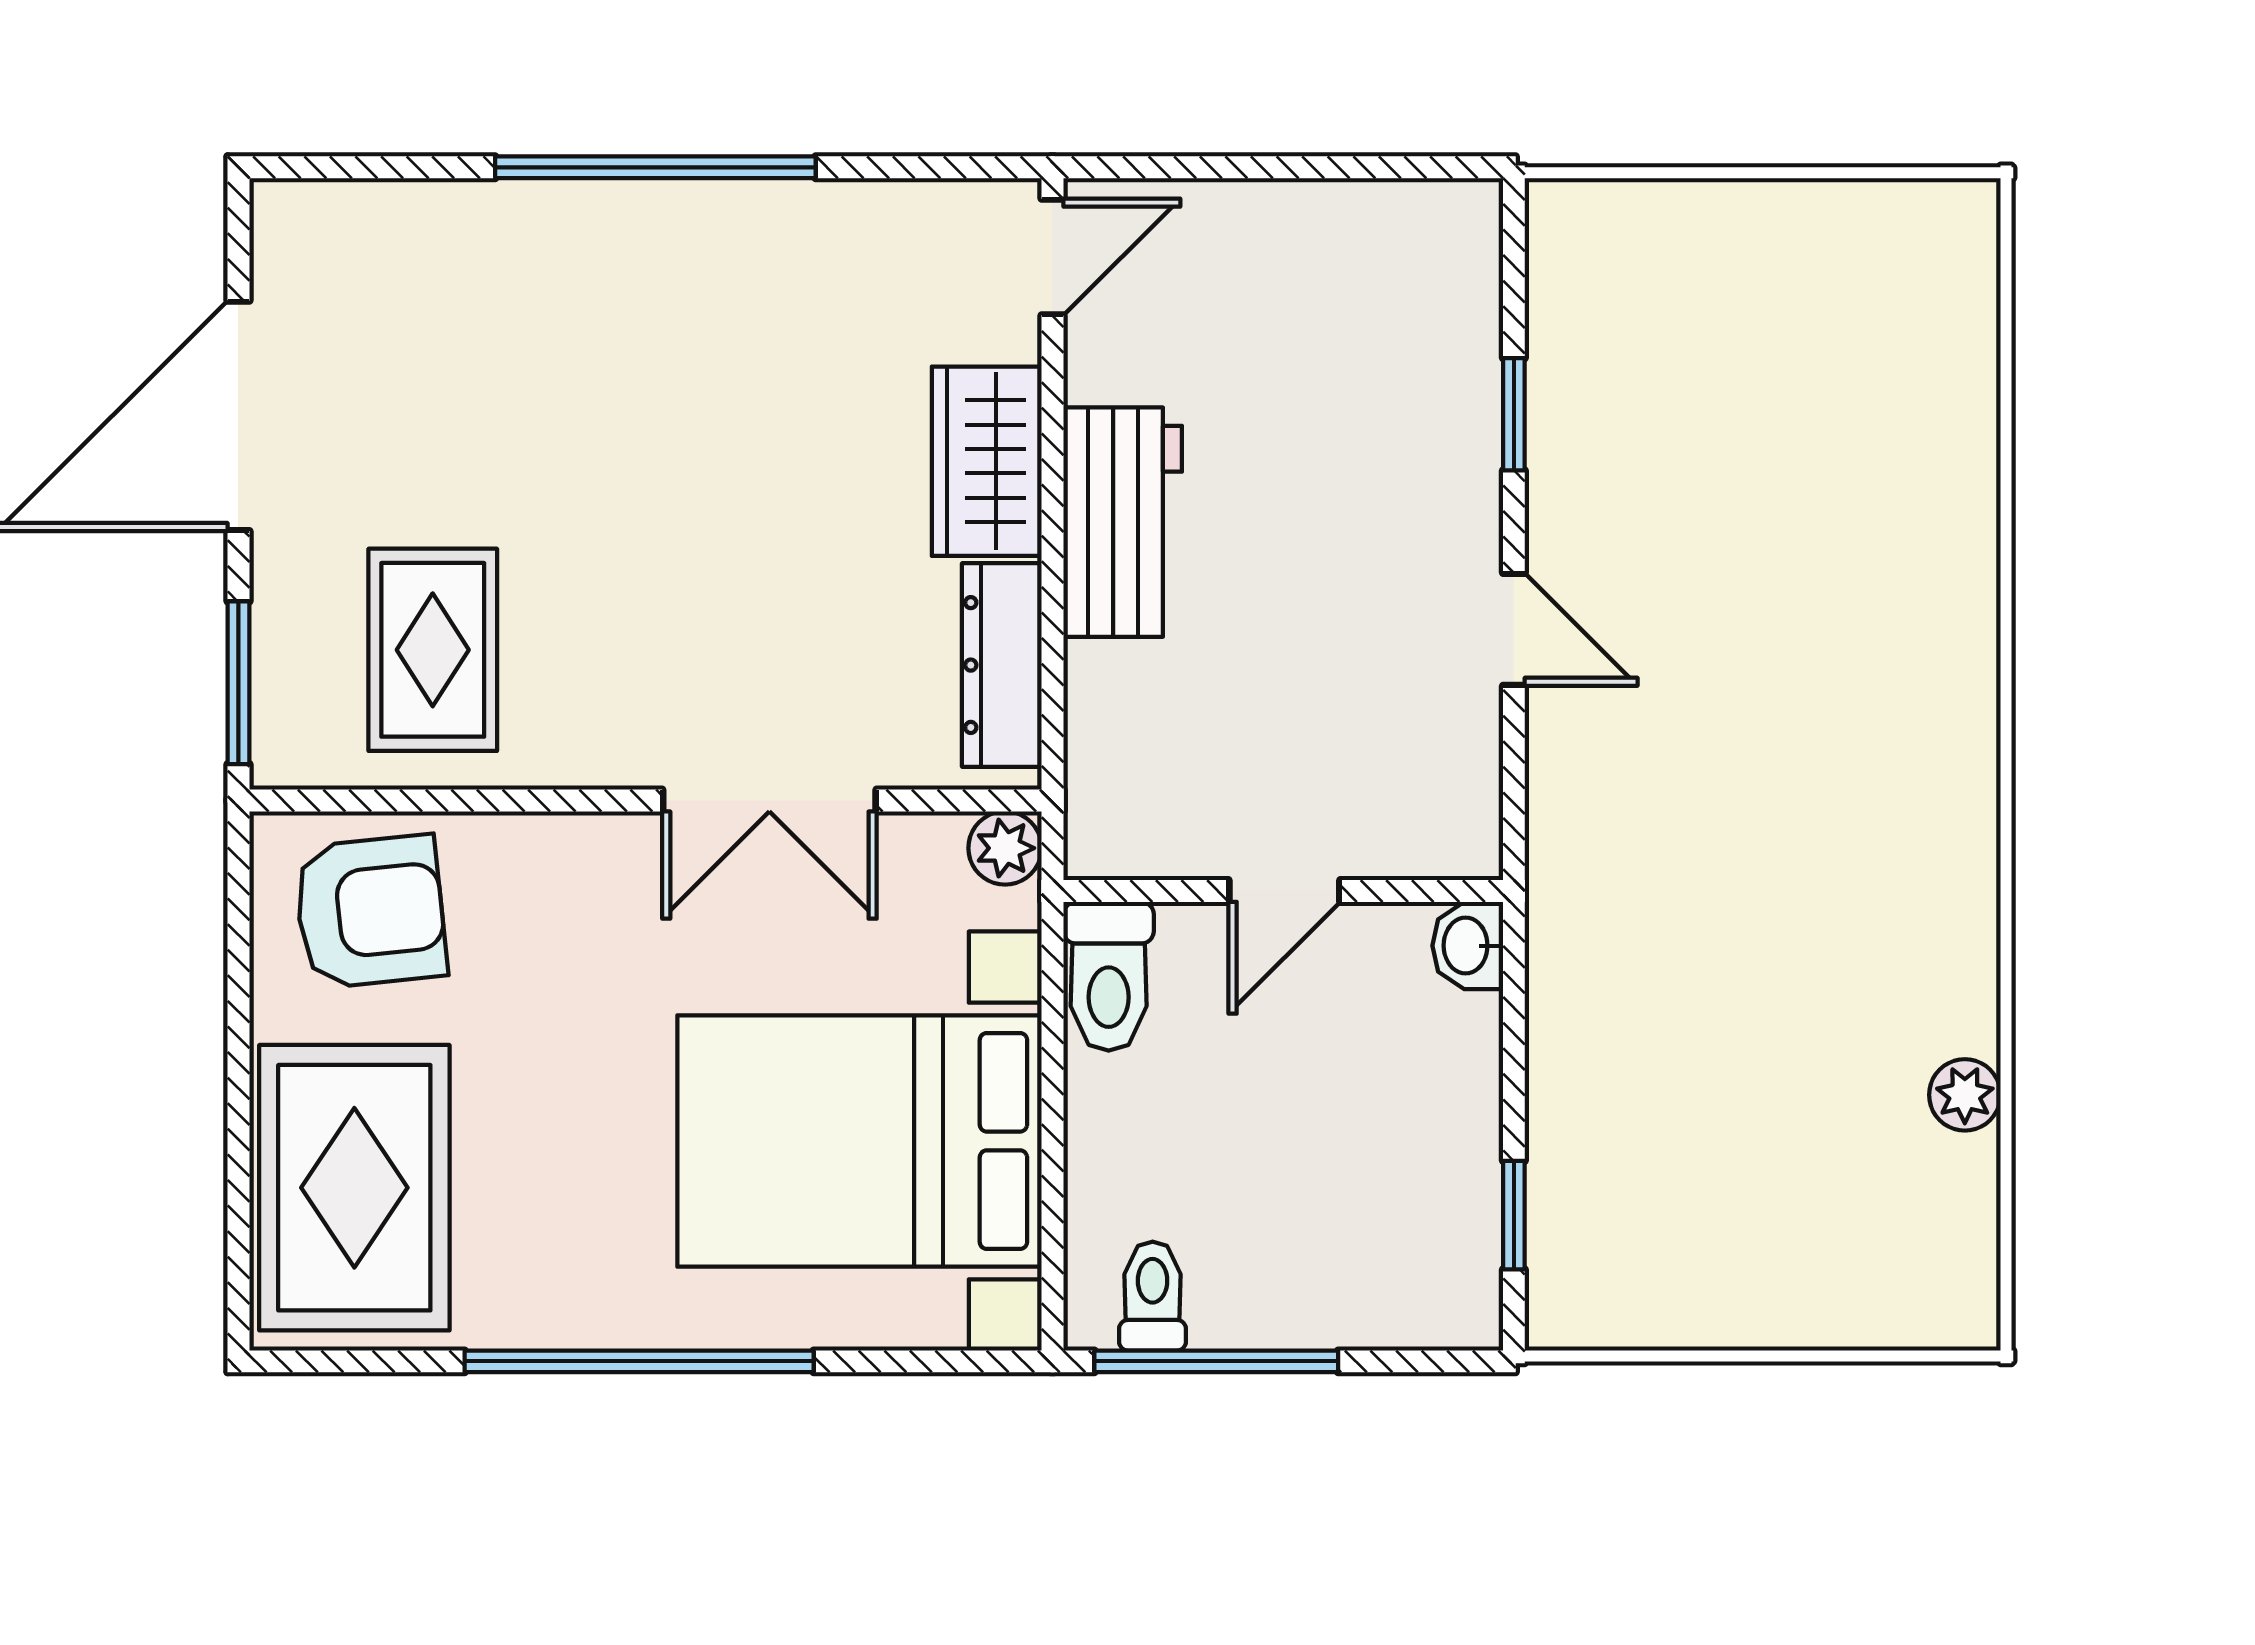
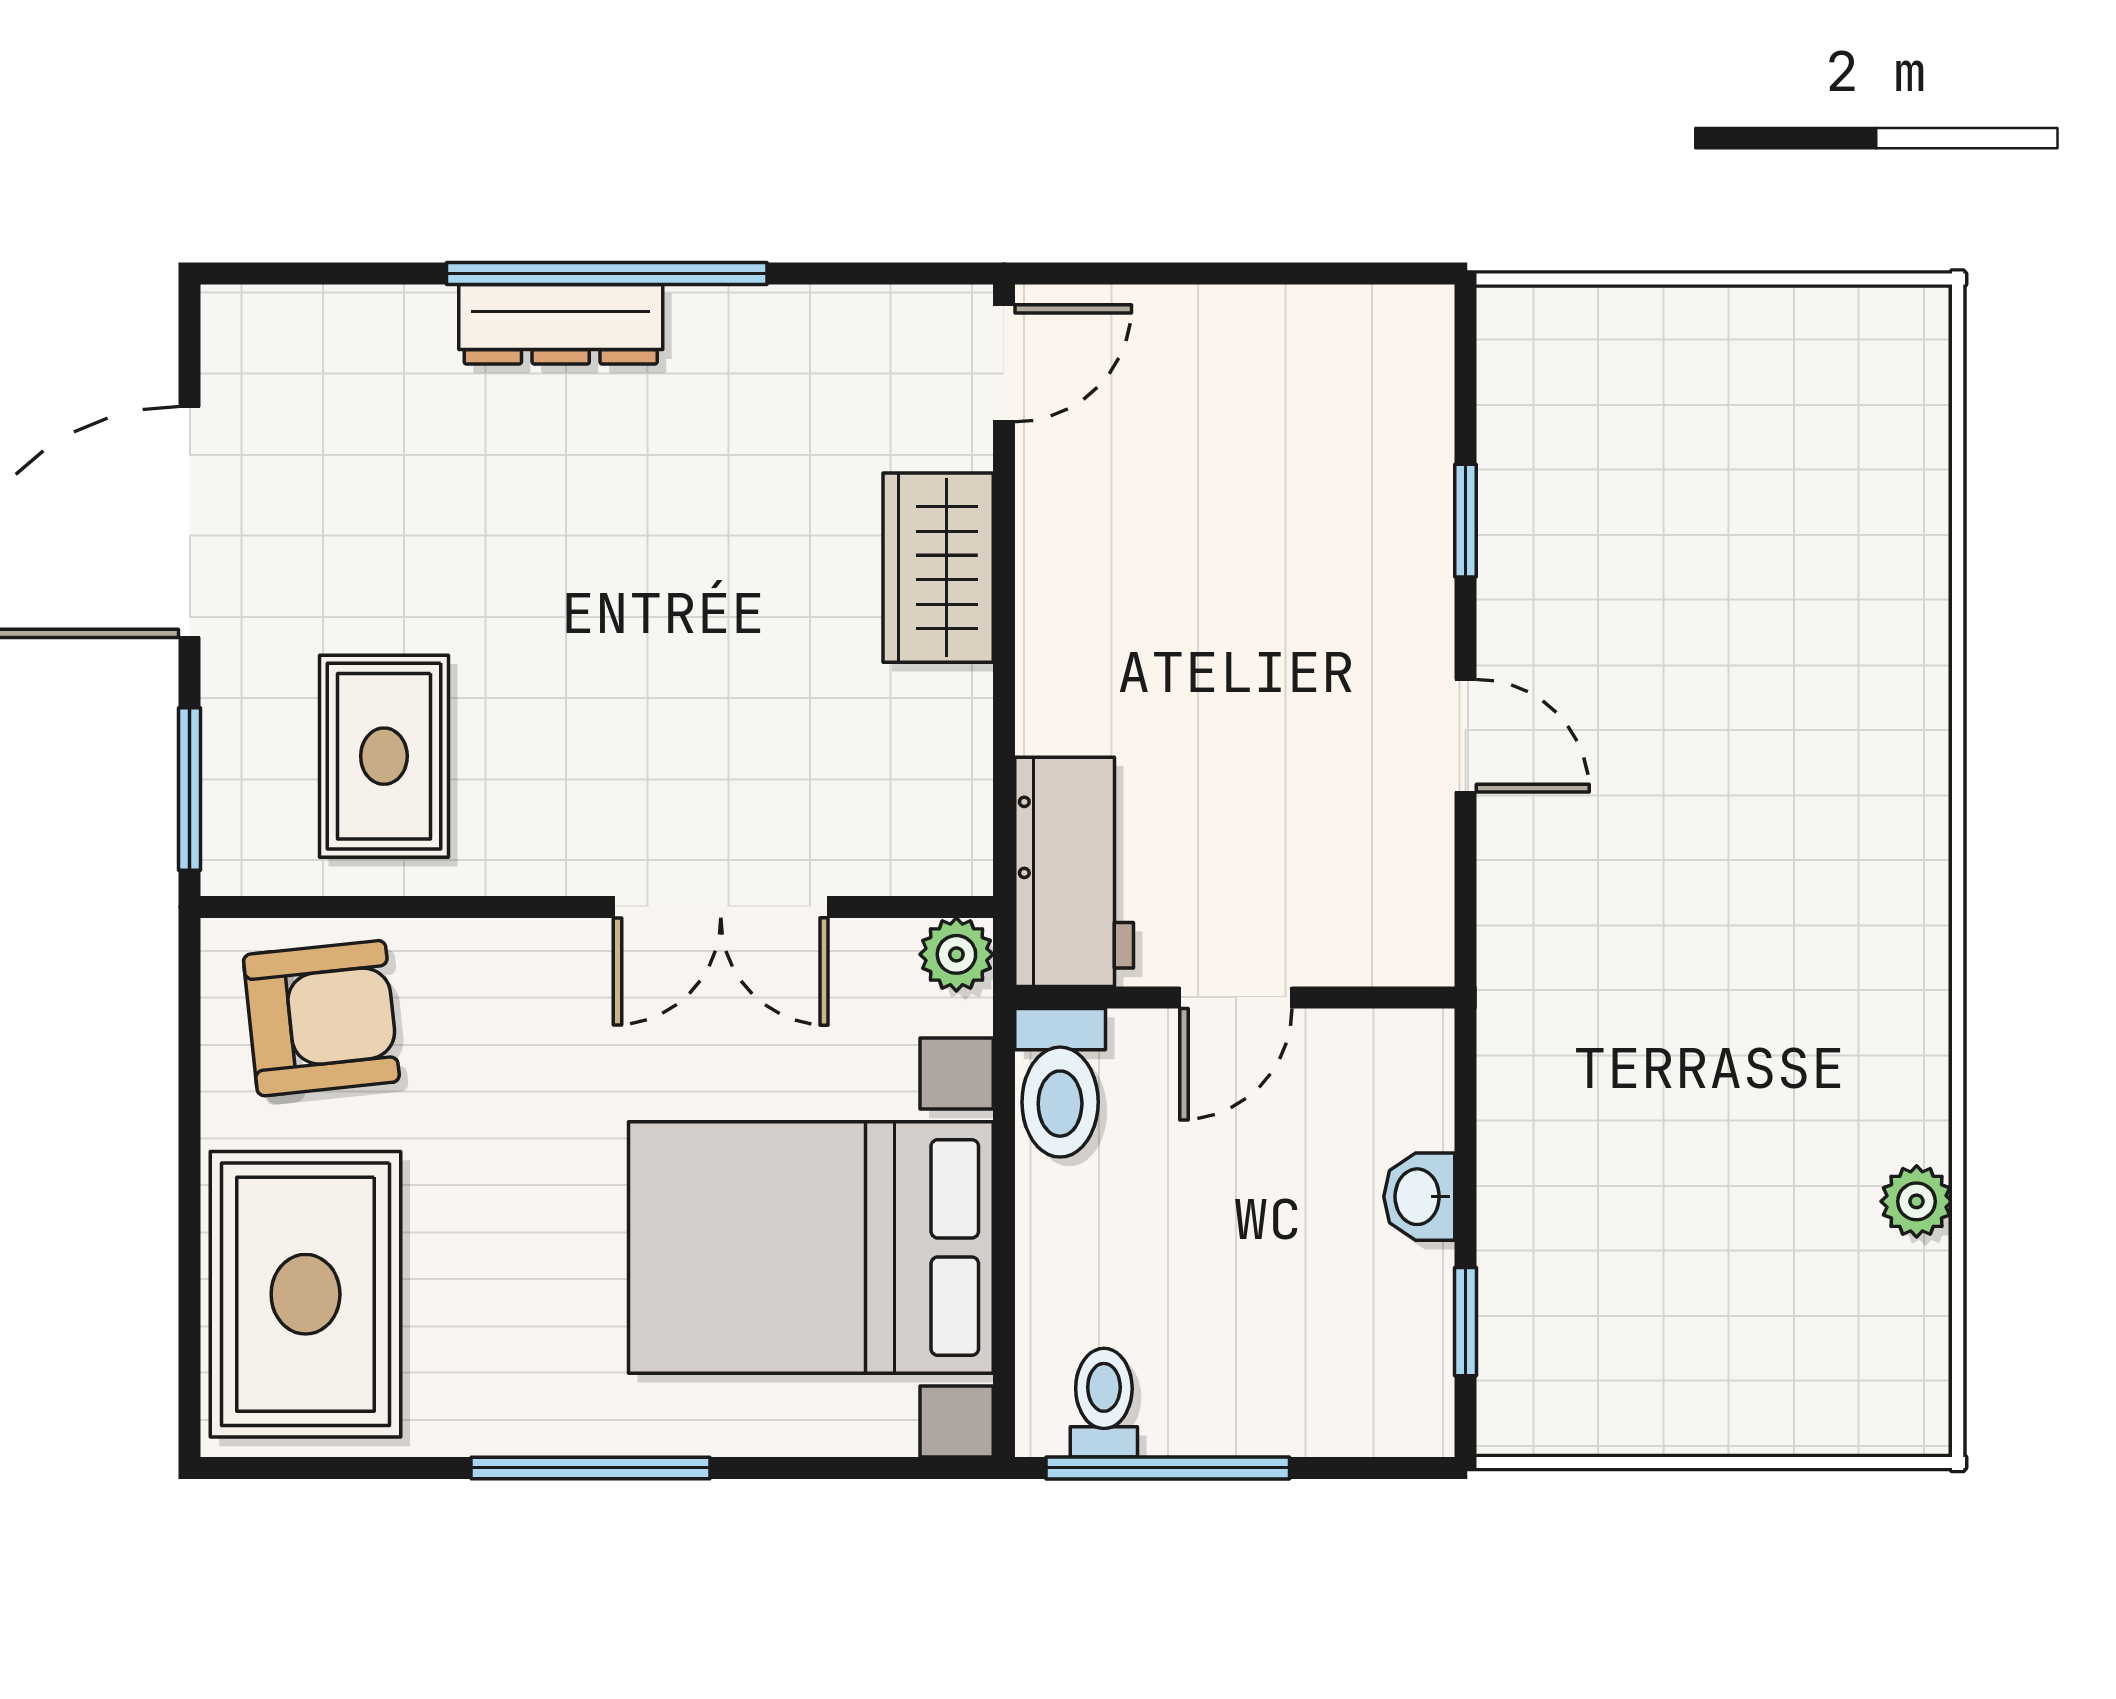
workbench: (1123, 522) -> (1074, 872), moved
dresser: (1002, 665) -> (561, 324), moved, turned -90
washbasin: (1468, 946) -> (1419, 1197), moved
window: (639, 1361) -> (590, 1468), width x0.68

